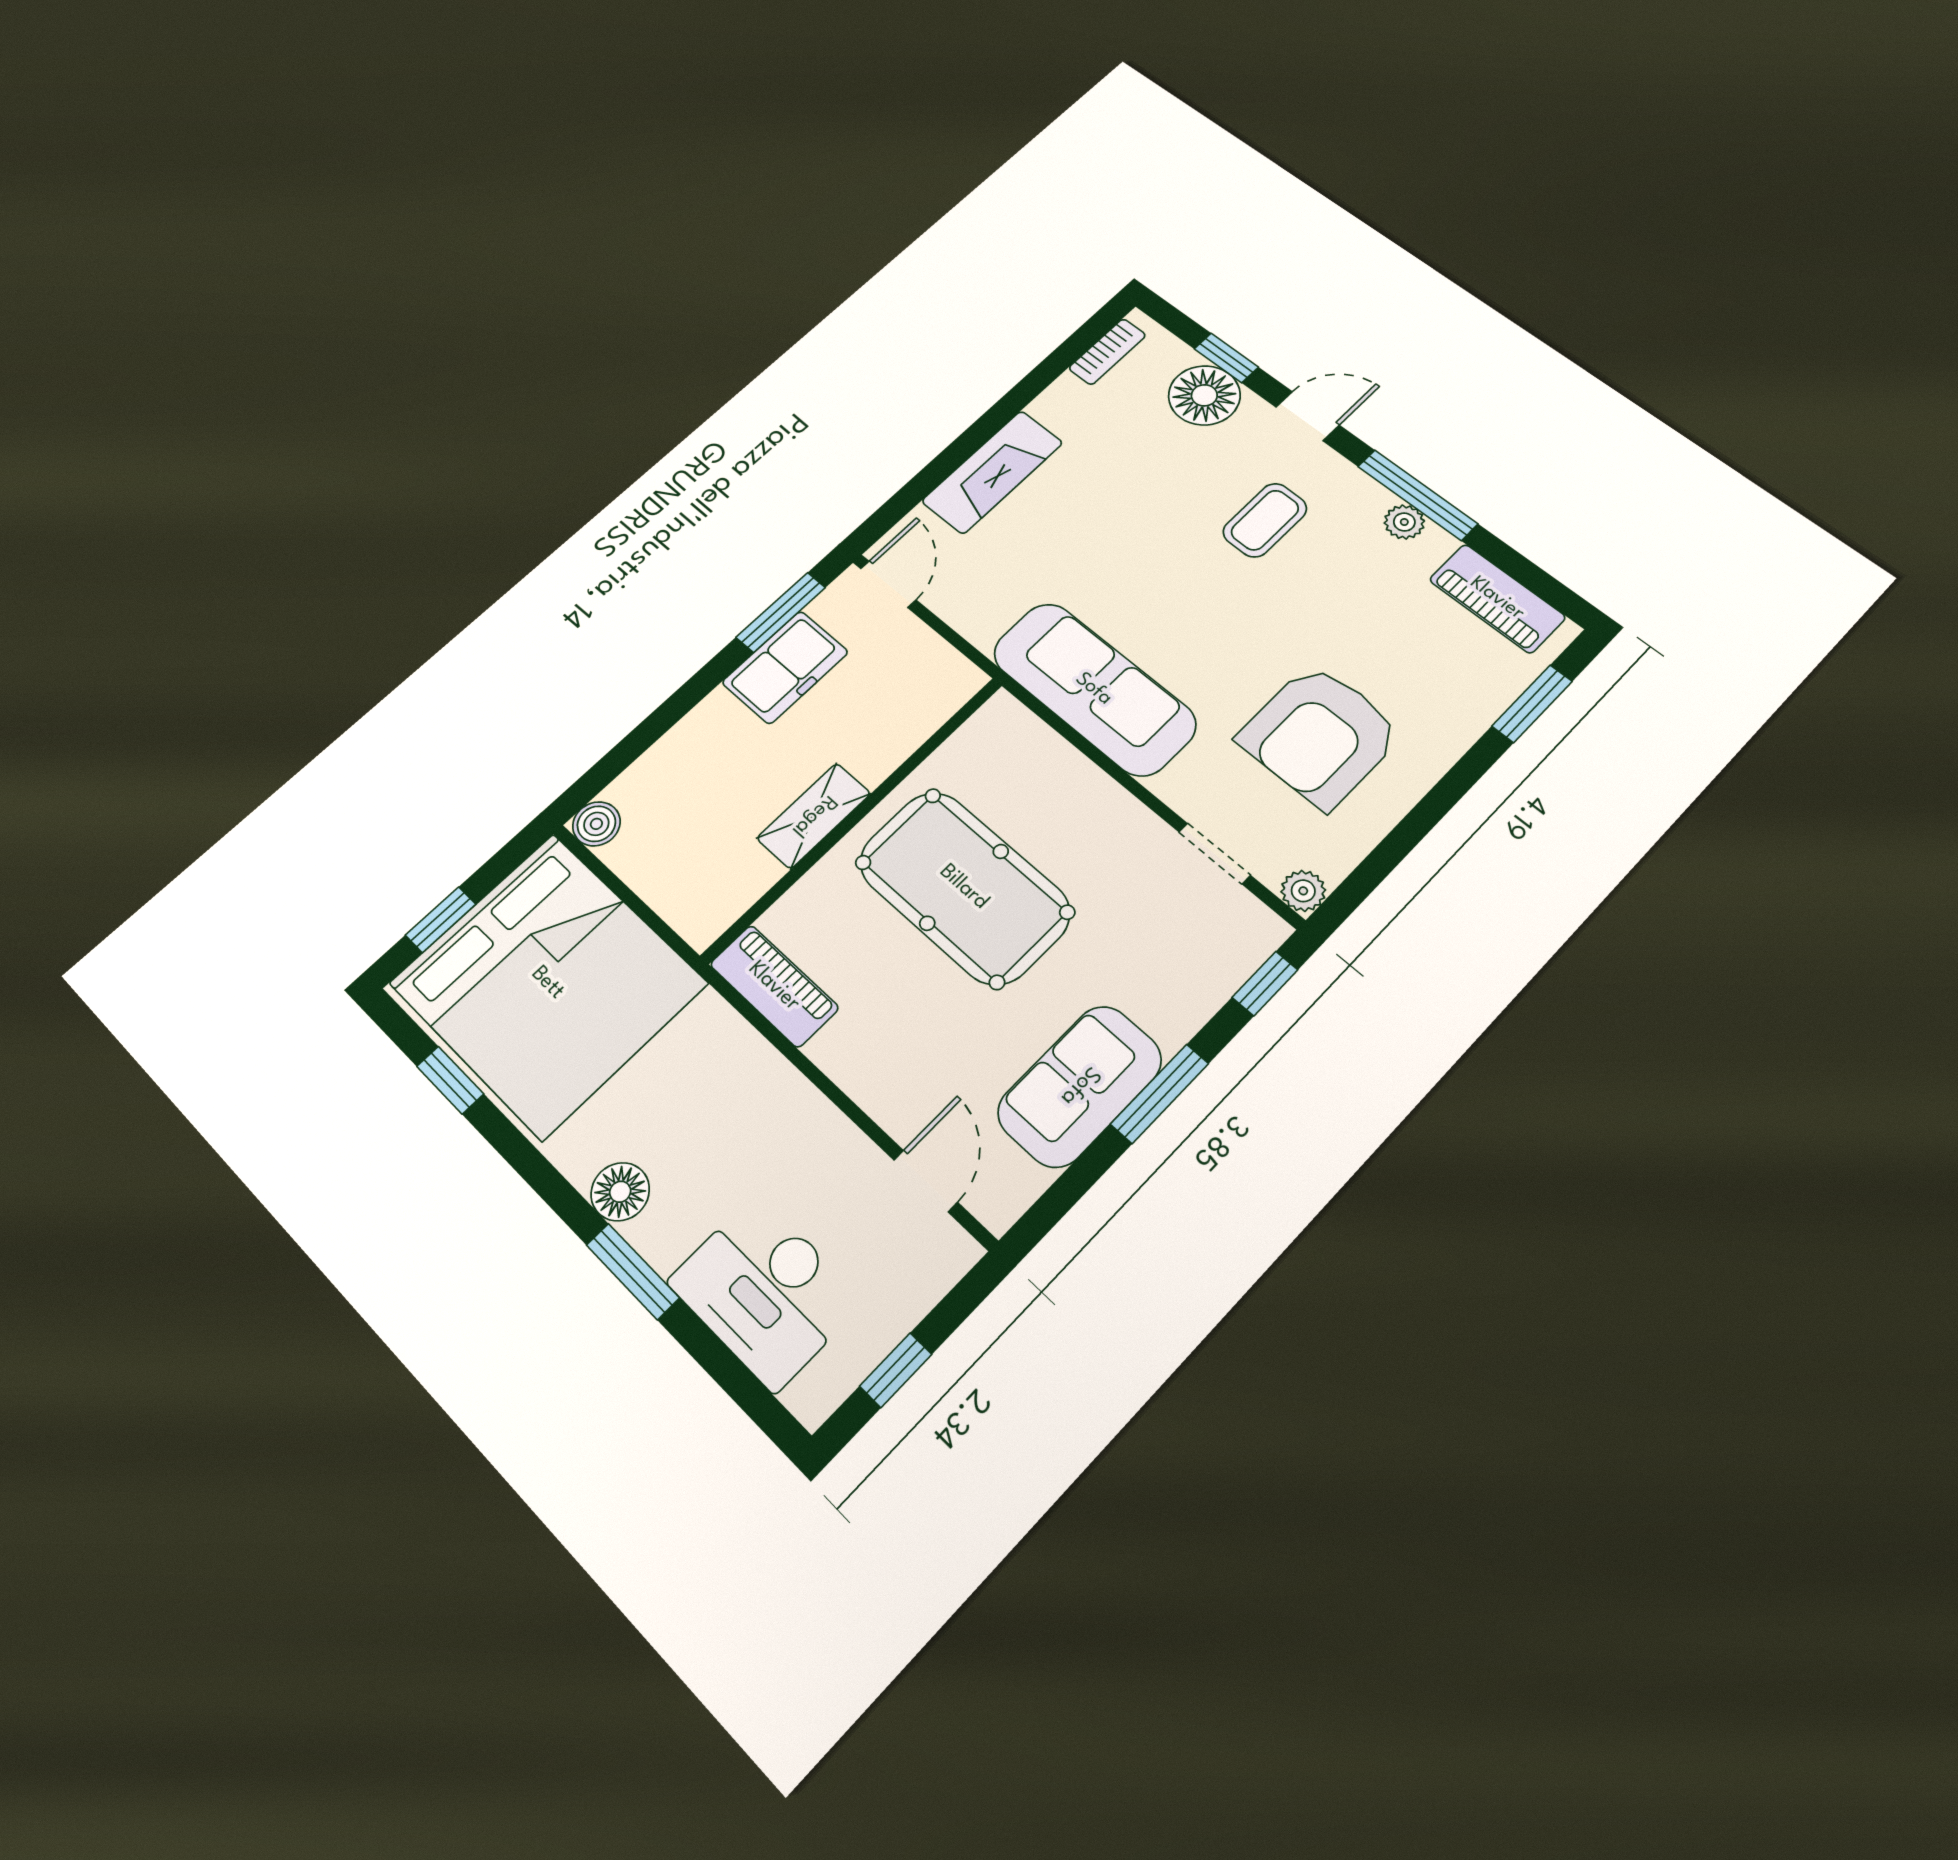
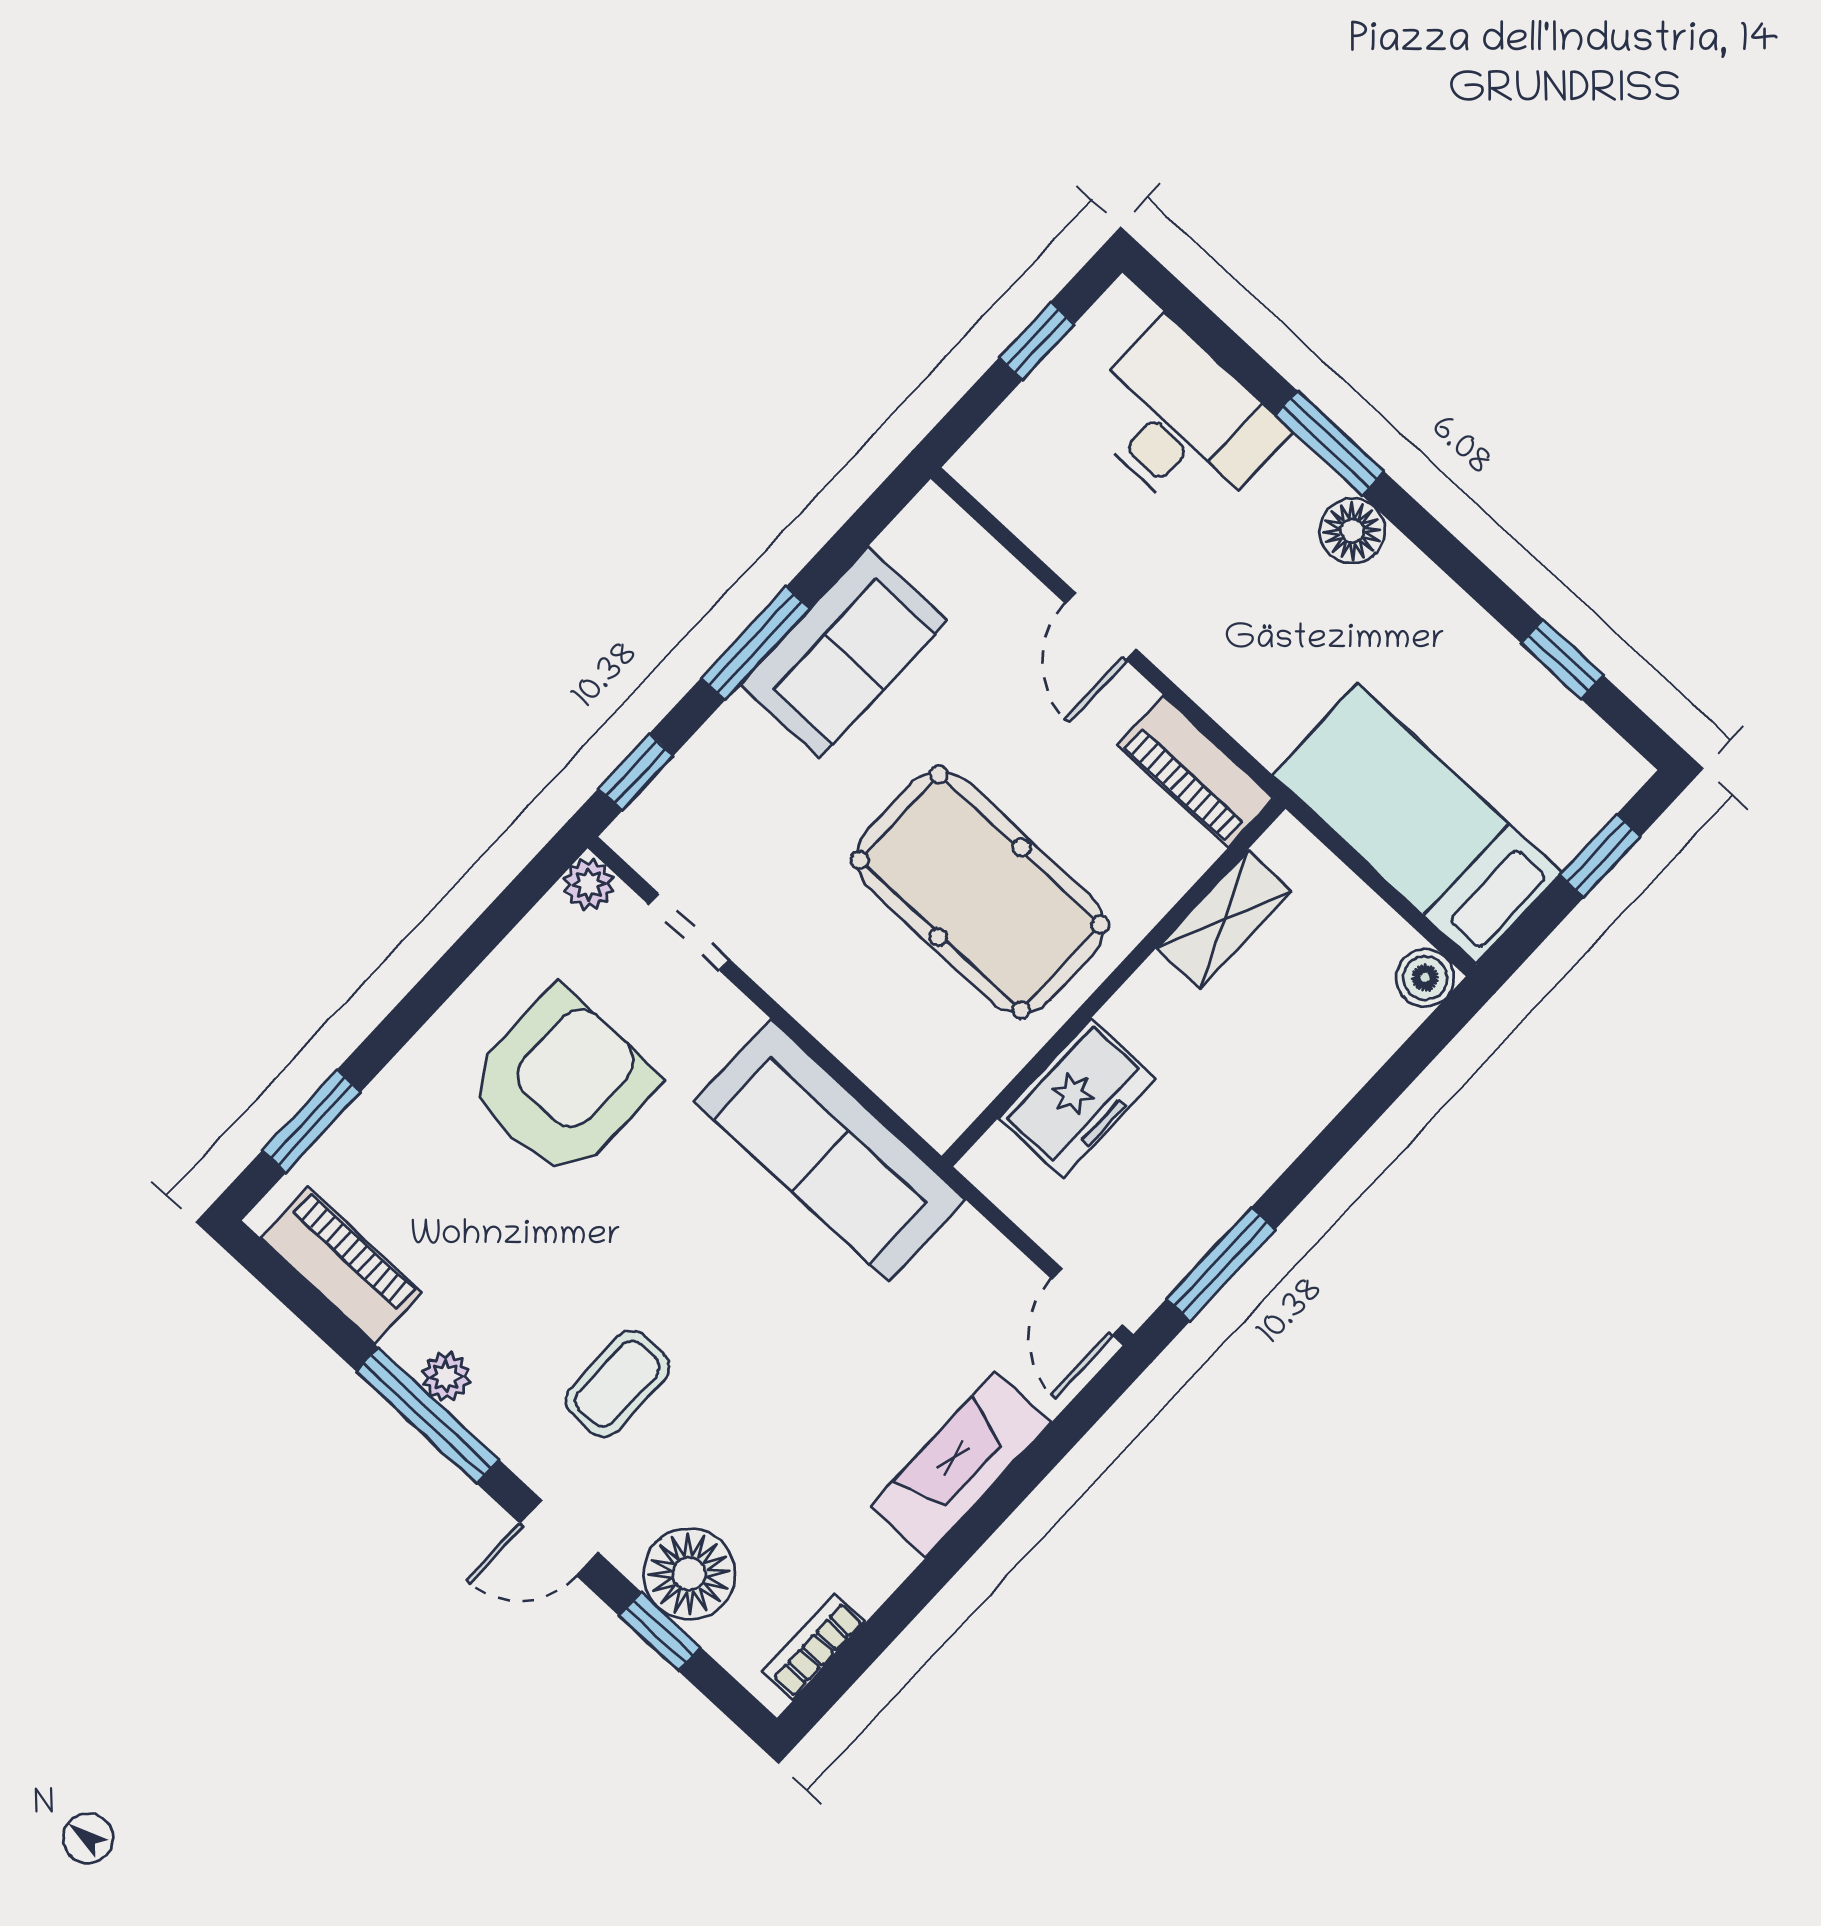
freezer: (785, 667) -> (1077, 1098), moved, turned 180
shelving: (814, 816) -> (1224, 920), moved
bed: (548, 983) -> (1417, 824), width x0.49
door: (926, 1181) -> (1101, 626), moved

